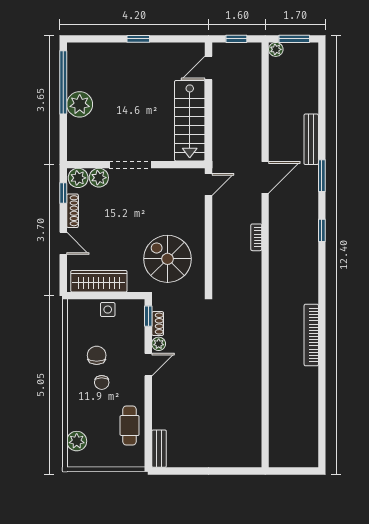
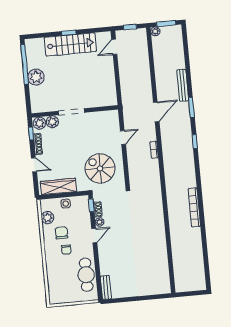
stairs: (190, 121) -> (70, 44), moved, turned -90
door: (208, 184) -> (123, 137), moved
cafe table: (130, 425) -> (86, 275), width x1.37, depth x1.35
plant: (77, 441) -> (47, 218), moved

